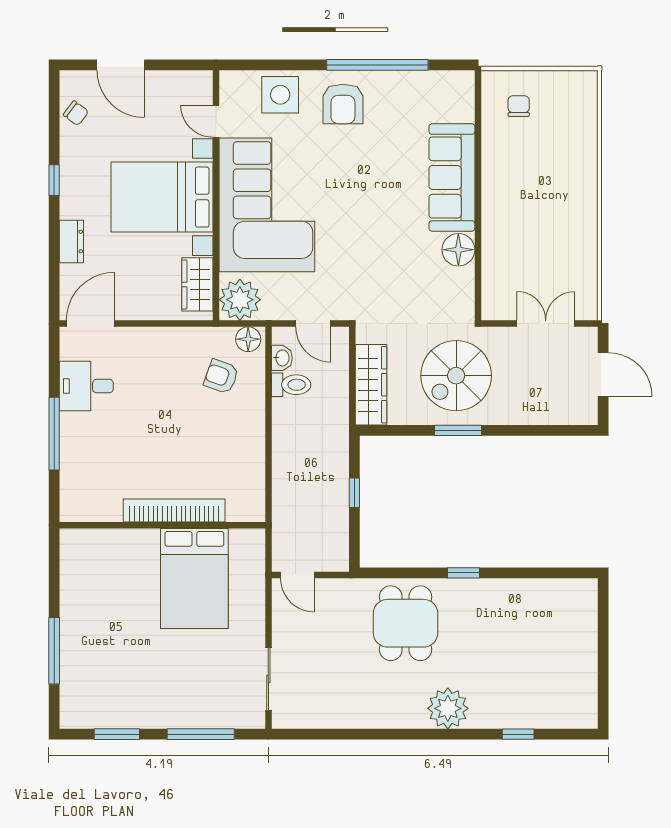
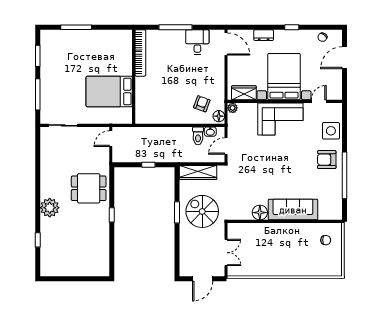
corner sofa: (267, 205) -> (280, 119), width x0.73, depth x0.74
plant: (240, 300) -> (233, 108), width x0.53, depth x0.53
bookcase: (174, 511) -> (140, 53), moved

